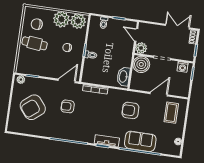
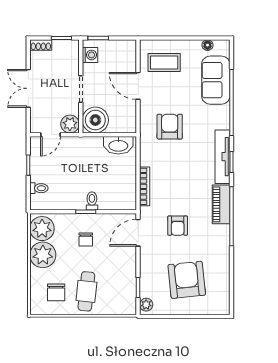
double door: (177, 27) -> (28, 88), moved
door: (67, 81) -> (138, 233), hinge flipped
armchair: (33, 107) -> (187, 280), turned -147
armchair: (130, 110) -> (170, 127), turned 180
piano: (77, 136) -> (221, 204), added
tv unit: (107, 141) -> (222, 157), width x1.41
sofa: (140, 141) -> (216, 80), moved

